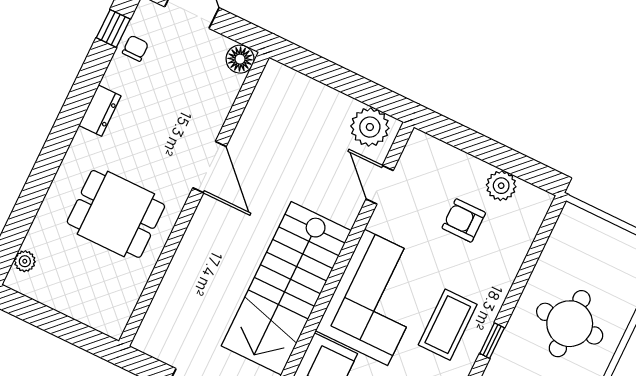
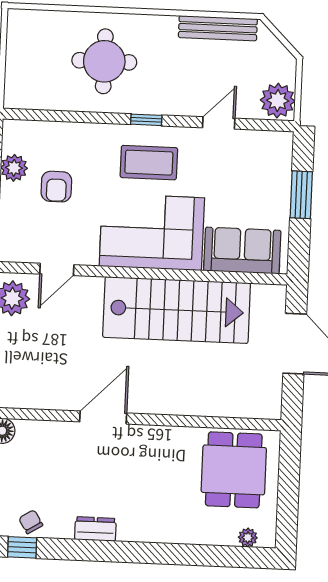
chair: (135, 48) -> (31, 522), turned 58
dining table: (116, 214) -> (234, 470), moved

